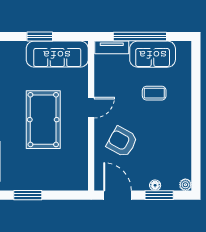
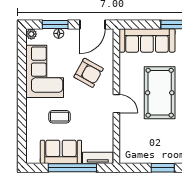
sofa: (57, 54) -> (147, 40), moved, turned 180
door: (91, 108) -> (116, 104), swing flipped
corner sofa: (171, 143) -> (45, 71), added
door: (118, 195) -> (93, 25), hinge flipped

